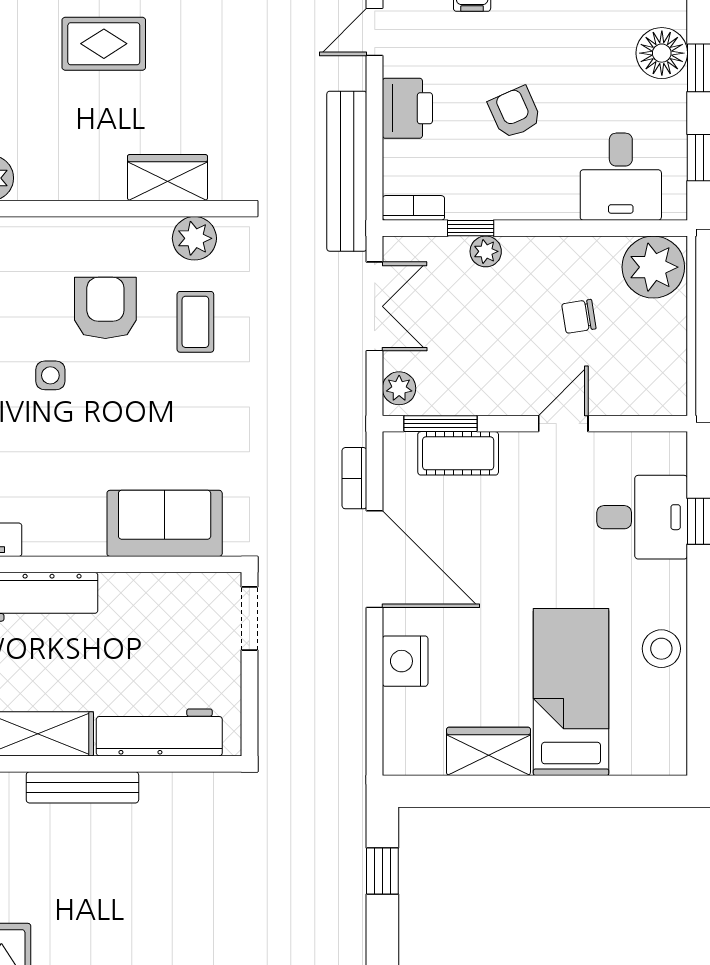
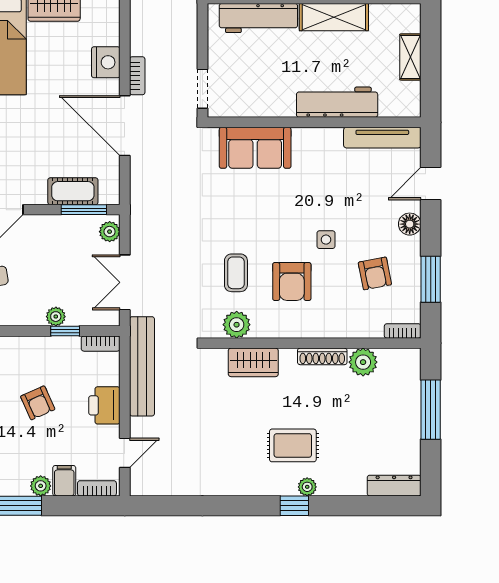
shoe rack: (56, 187) -> (322, 356), added
bookcase: (354, 478) -> (137, 76), moved

